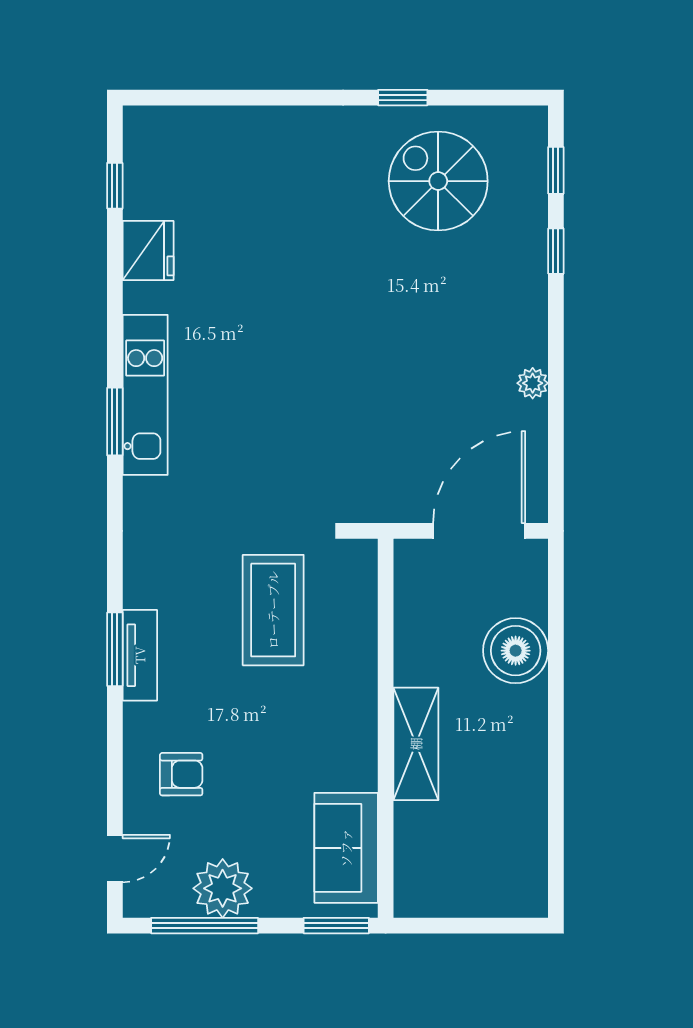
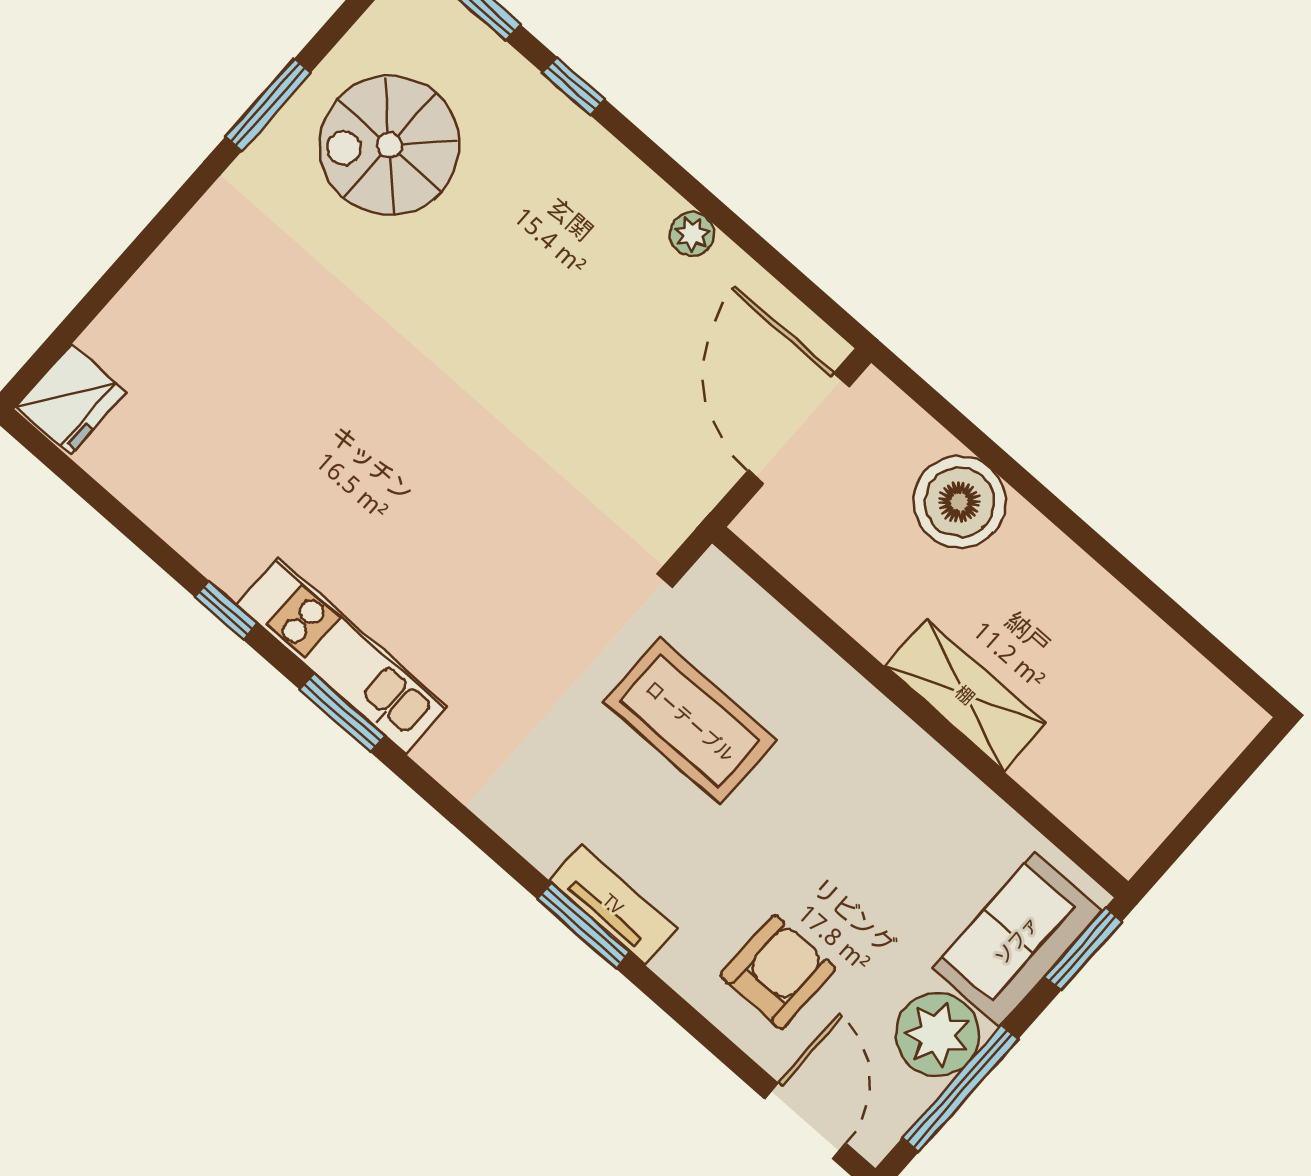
window: (403, 98) -> (268, 105), width x1.50
window: (115, 186) -> (226, 610), moved
fridge: (148, 251) -> (71, 399), moved, turned 90
armchair: (181, 774) -> (778, 972), width x1.38, depth x1.38
sofa: (346, 848) -> (1017, 940), moved, turned 90
door: (115, 859) -> (805, 1121), width x1.38

